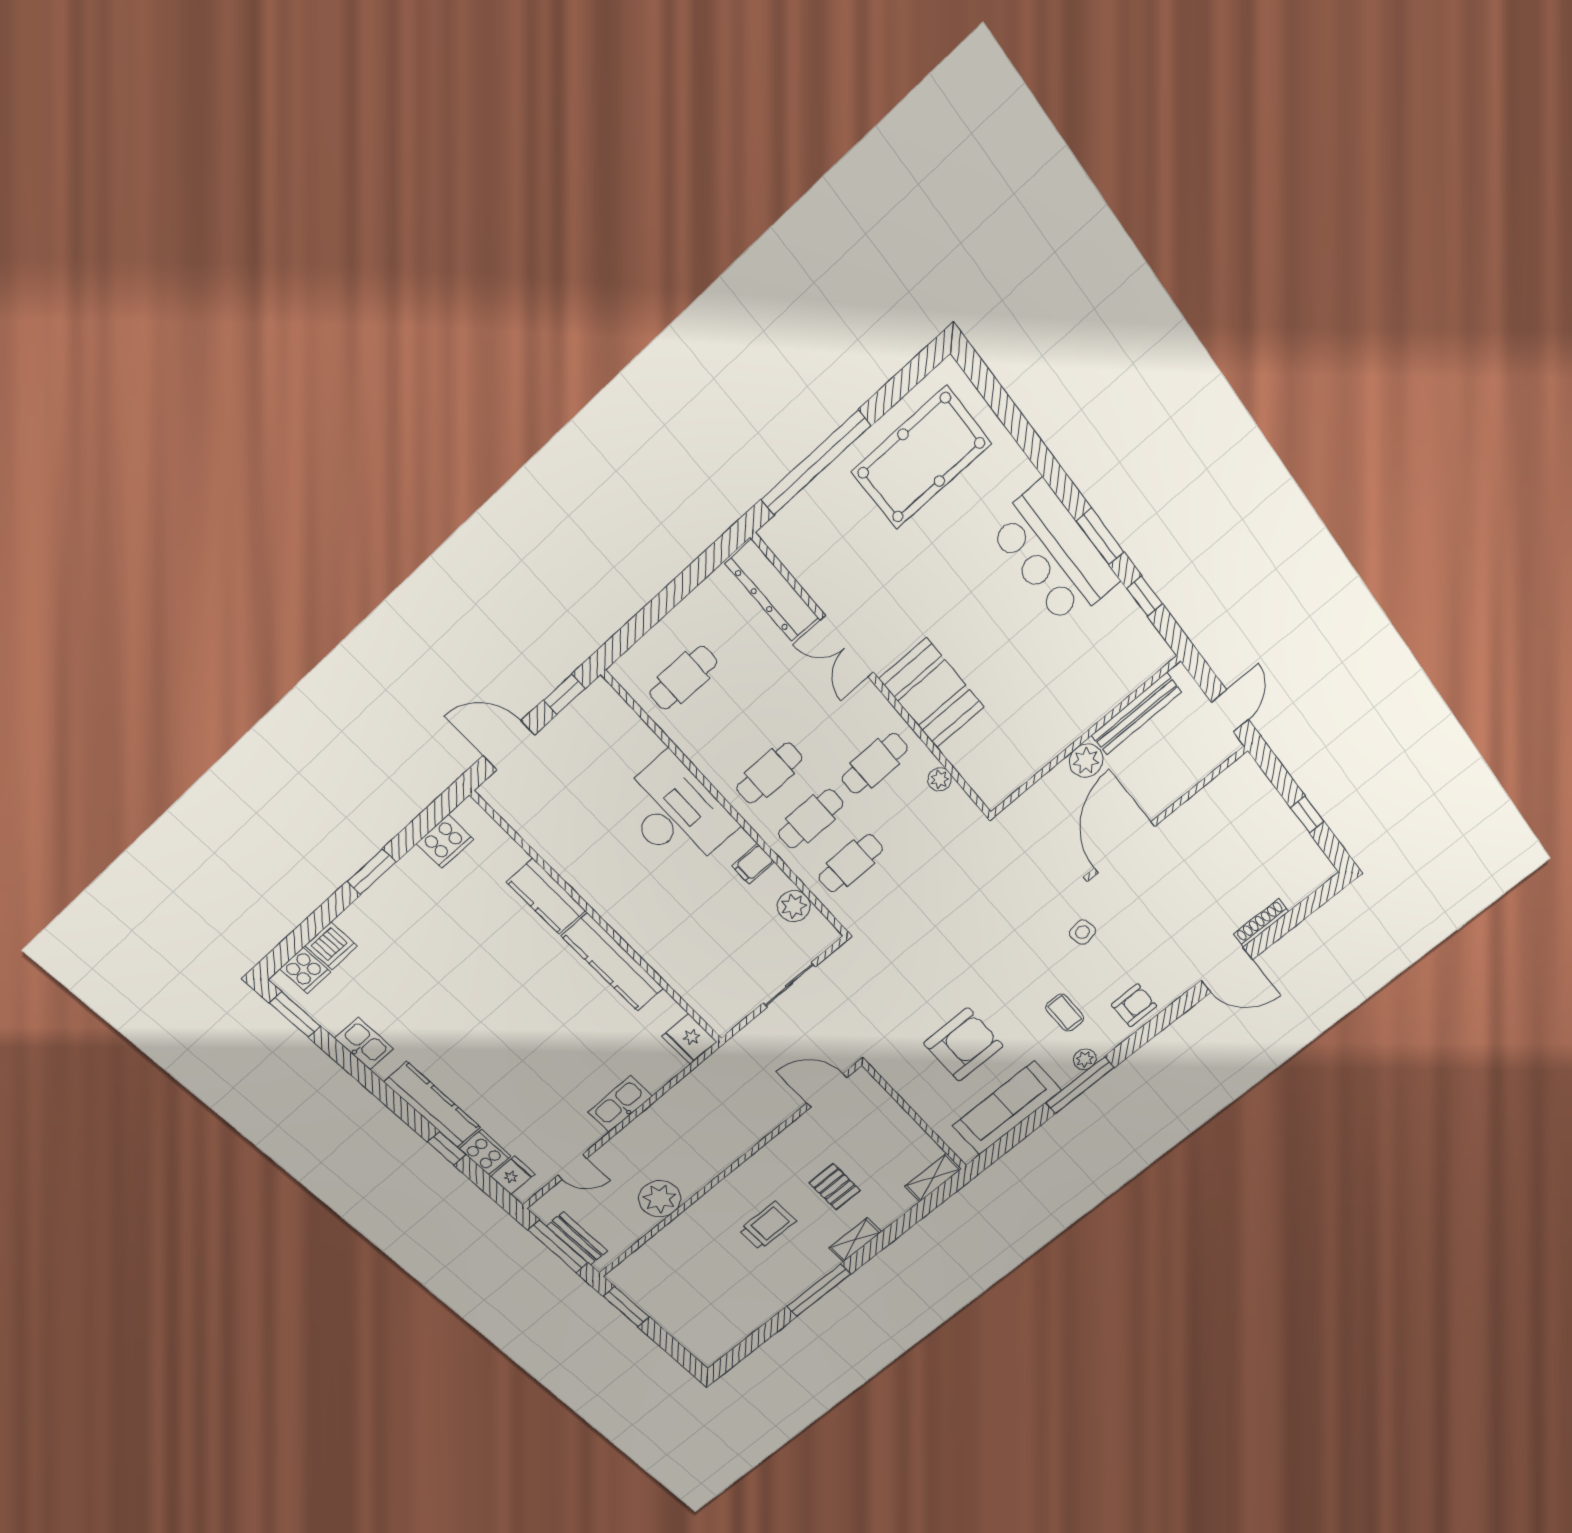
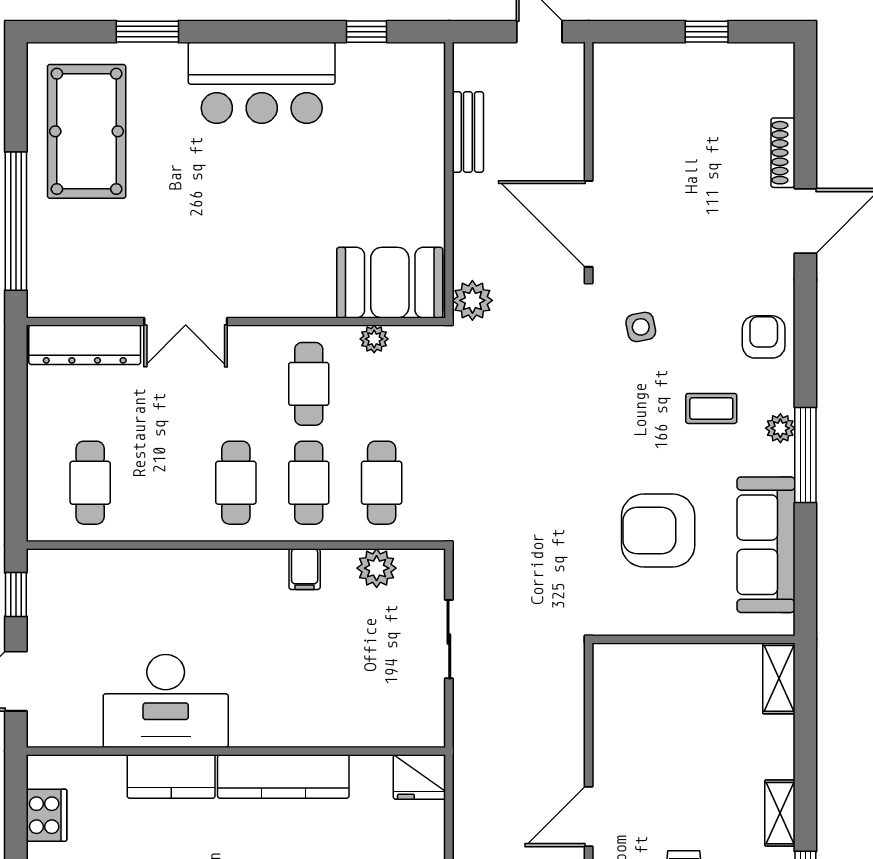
window: (1100, 537) -> (147, 32), moved
booth: (932, 693) -> (390, 283), moved
bench: (1136, 714) -> (468, 132), width x0.73
plant: (1086, 761) -> (472, 300), moved
desk: (676, 813) -> (166, 701), moved, turned 180
armchair: (963, 1045) -> (658, 531), turned -90
door: (827, 1090) -> (589, 817), moved
pallet: (835, 1187) -> (700, 781), removed

